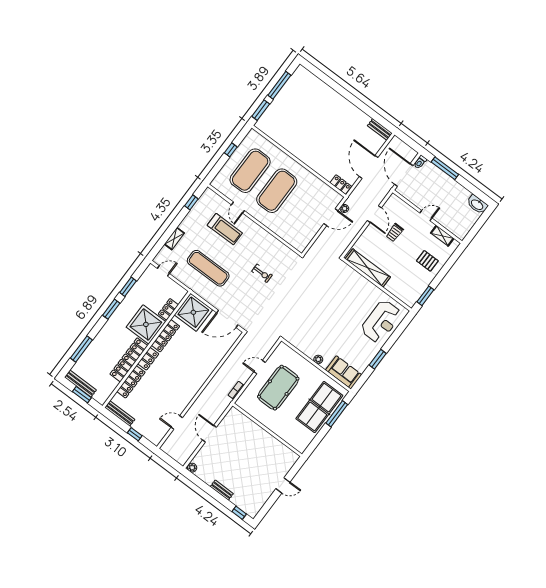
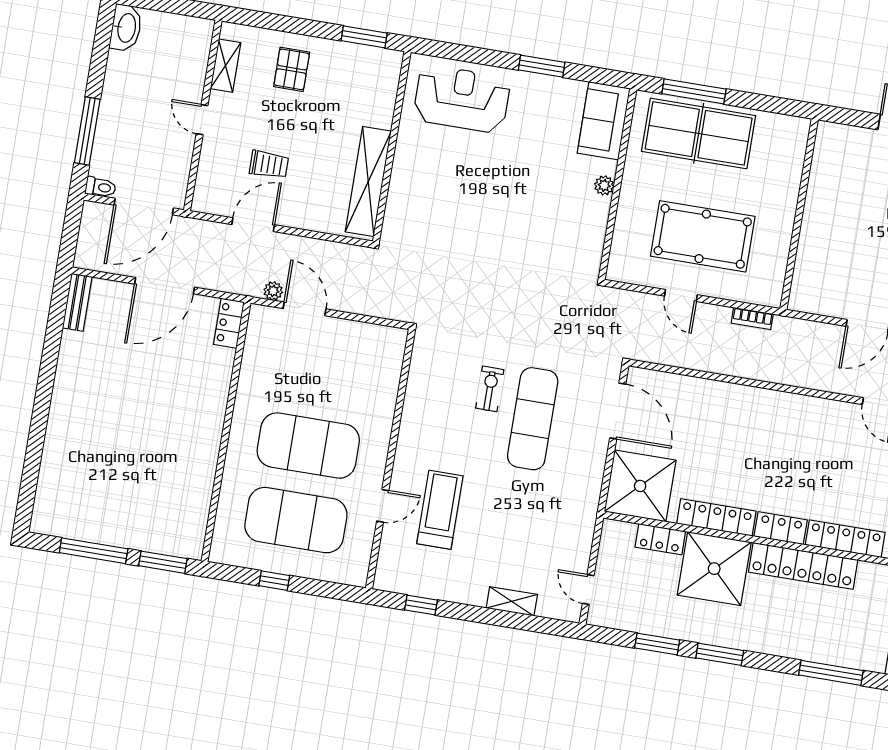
exercise mat: (208, 268) -> (533, 419), moved

